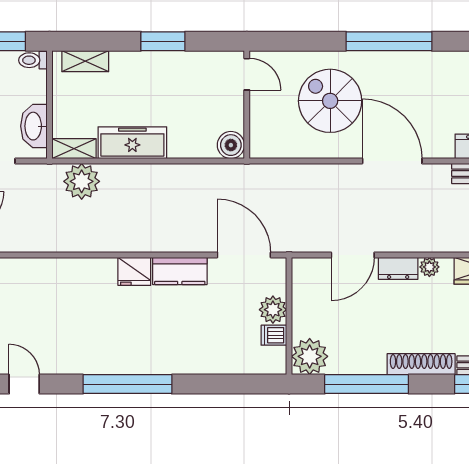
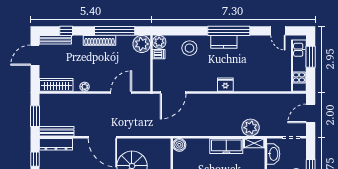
door: (244, 255) -> (173, 92), hinge flipped
dresser: (398, 268) -> (100, 86), removed
kitchen counter: (180, 271) -> (224, 42), moved, turned 180
plant: (273, 310) -> (159, 42), moved
stool: (210, 348) -> (189, 48), added
shoe rack: (421, 364) -> (99, 40), moved

